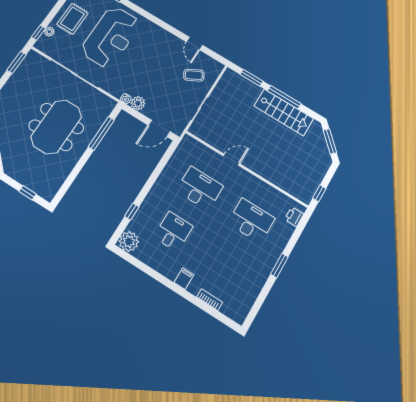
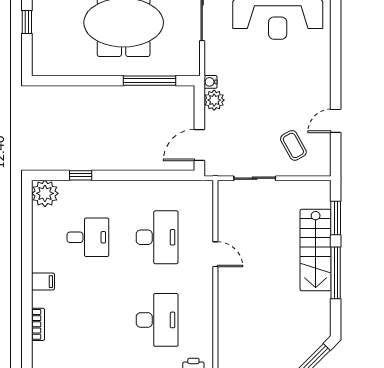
stairs: (284, 112) -> (316, 250), moved
door: (159, 128) -> (199, 145), hinge flipped
window: (28, 193) -> (27, 22), moved

